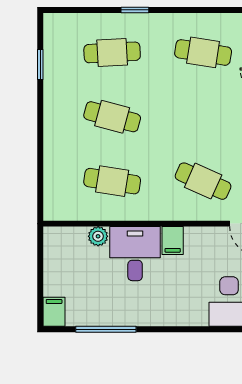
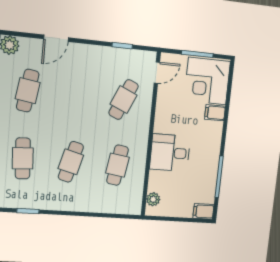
plant: (98, 236) -> (153, 199), moved
filing cabinet: (173, 240) -> (215, 113), moved, turned 180

